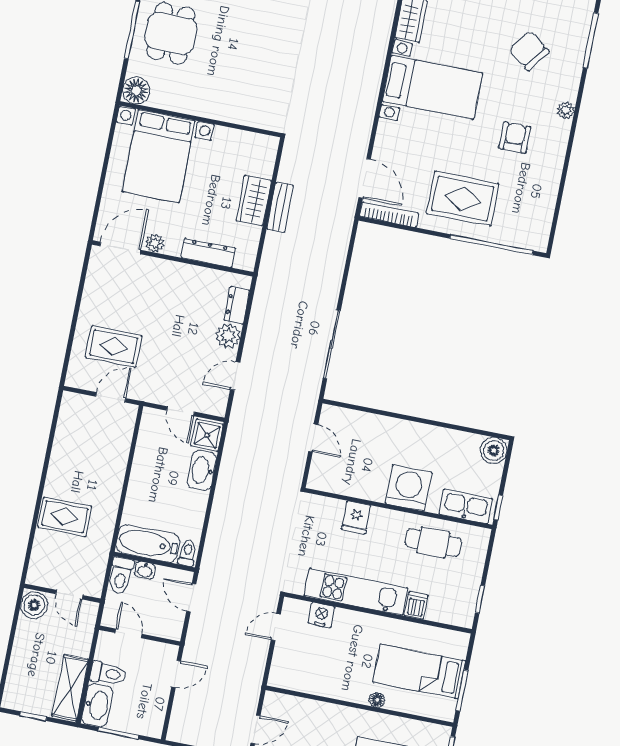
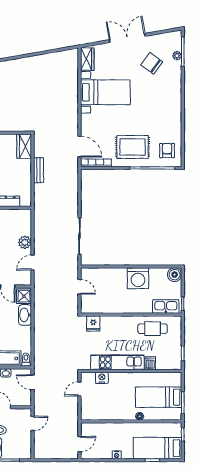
plant: (566, 110) -> (177, 56), moved
armchair: (515, 138) -> (167, 151), moved
wardrobe: (254, 201) -> (24, 146), moved
dresser: (237, 305) -> (26, 226), removed
washing machine: (408, 488) -> (138, 278), moved, turned 180
fridge: (356, 517) -> (93, 324), moved

